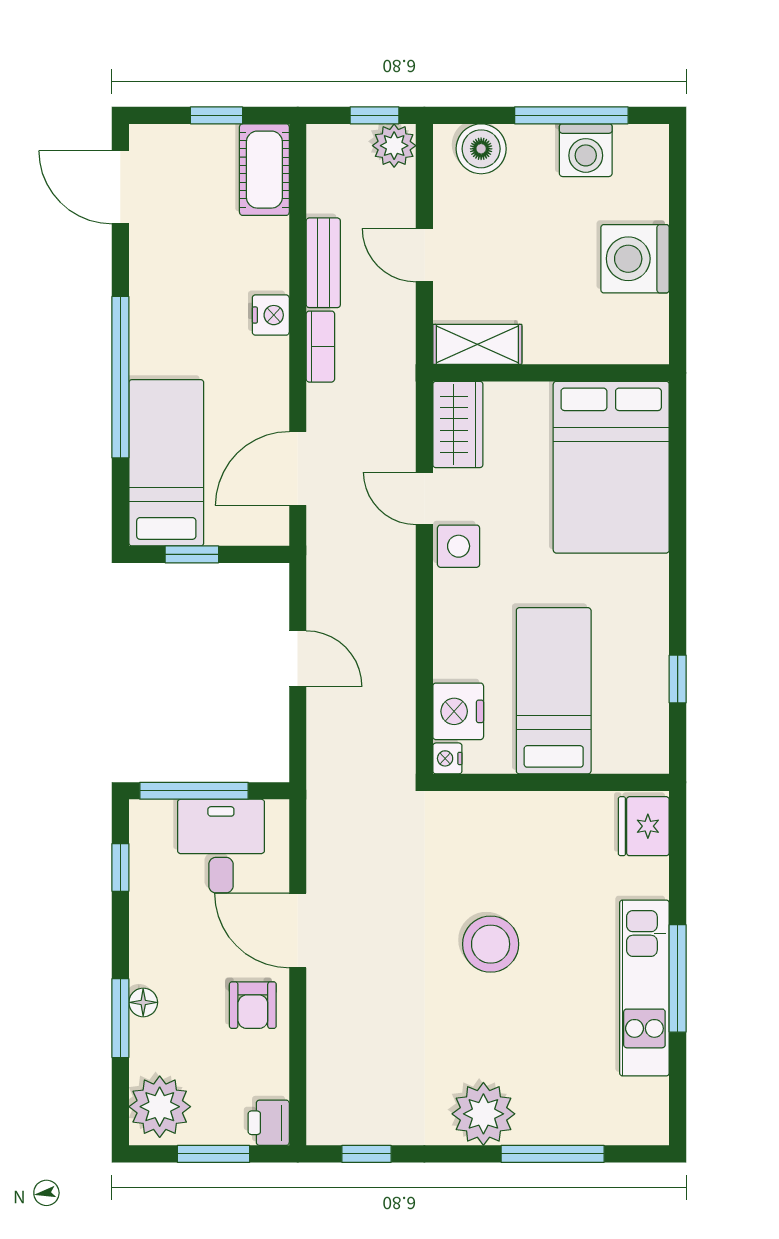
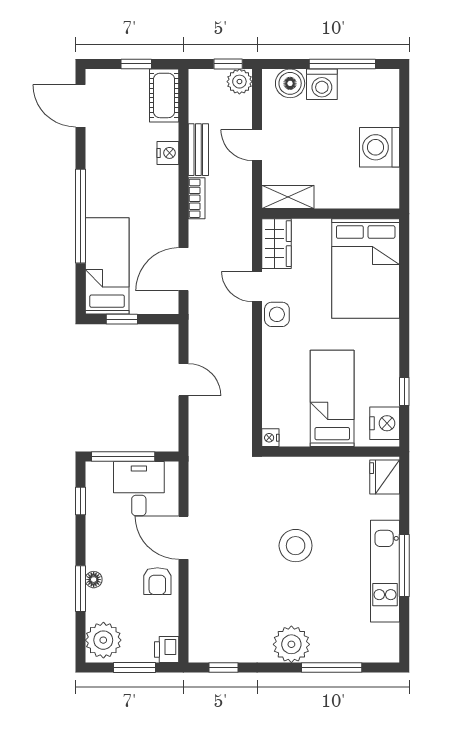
washing machine: (586, 150) -> (322, 84), moved
nightstand: (271, 315) -> (168, 153), moved
nightstand: (458, 711) -> (385, 423), moved, turned 180

